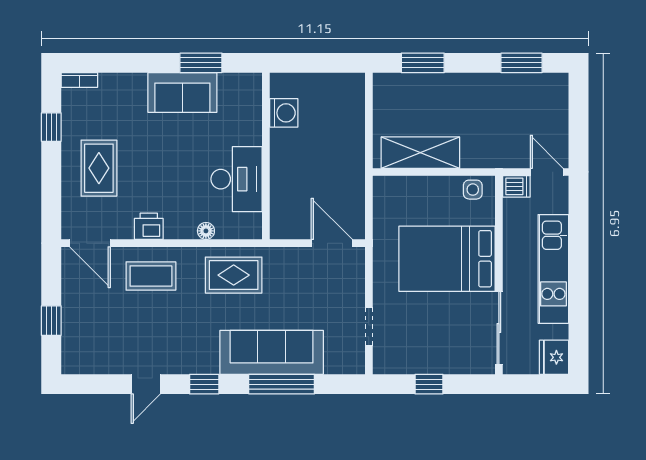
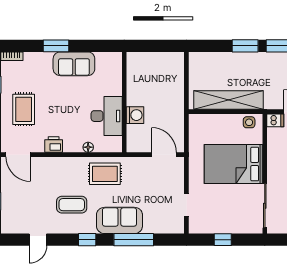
window: (201, 63) -> (56, 46), moved
window: (423, 63) -> (245, 46), moved
washing machine: (284, 113) -> (135, 115), moved
shelving: (420, 153) -> (228, 100), width x1.47
coffee table: (151, 276) -> (72, 205), moved
sofa: (272, 352) -> (119, 220), width x0.73
door: (146, 384) -> (38, 240), moved

